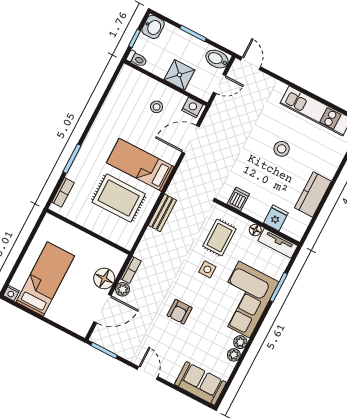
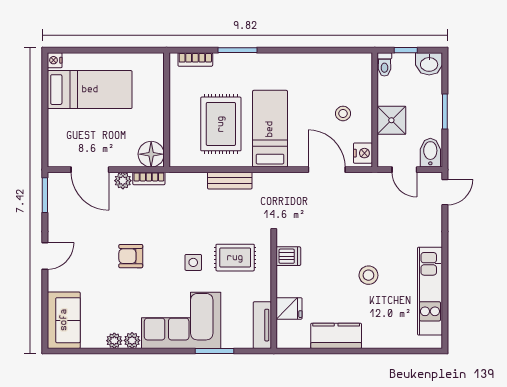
floor lamp: (255, 230) -> (264, 293), removed
floor lamp: (104, 278) -> (151, 154), moved

